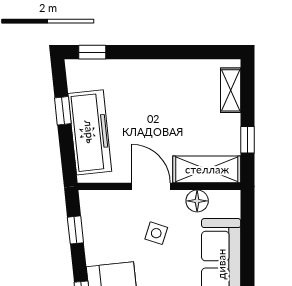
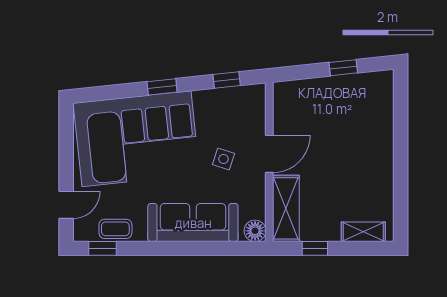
window: (92, 52) -> (401, 96), removed
freezer: (90, 132) -> (322, 94), removed
floor lamp: (197, 201) -> (255, 231), moved

